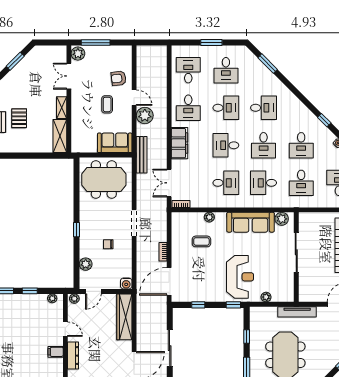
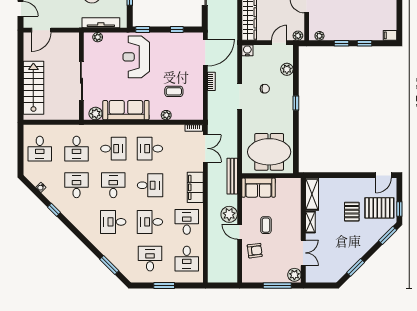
desk: (301, 183) -> (77, 149), turned 180
doorway: (134, 223) -> (240, 96), moved
plant: (266, 297) -> (98, 37), moved
tv unit: (297, 312) -> (101, 23), moved

